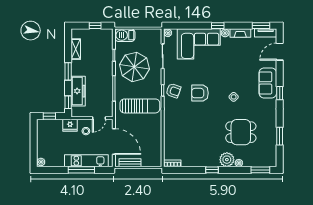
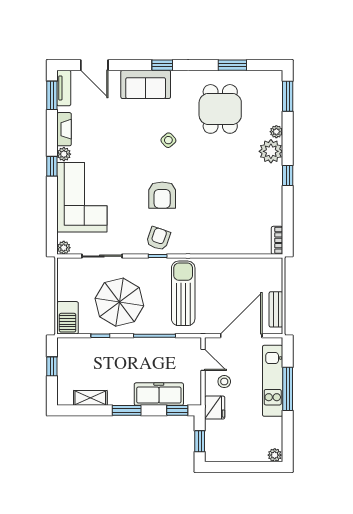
dining table: (241, 132) -> (220, 109), moved

